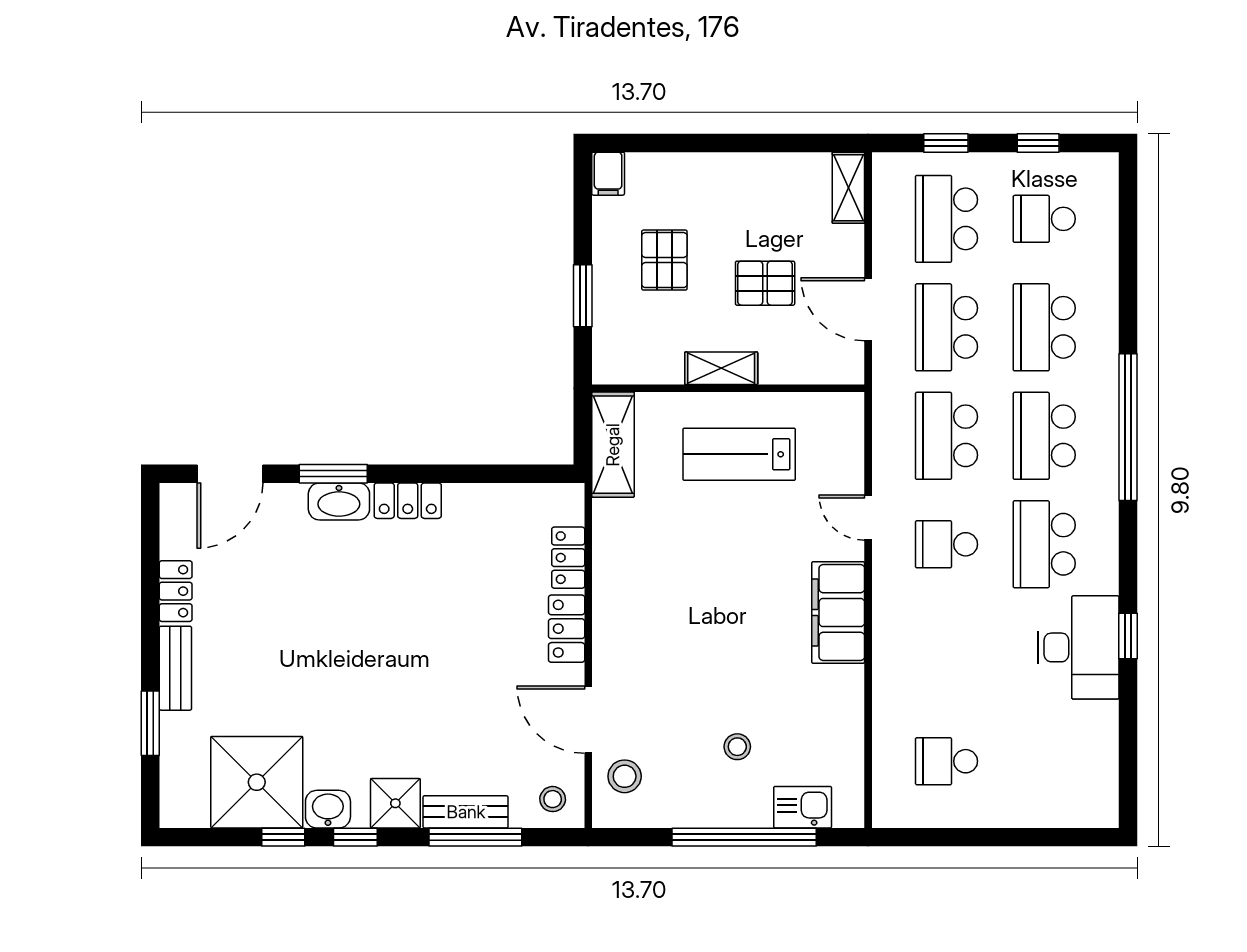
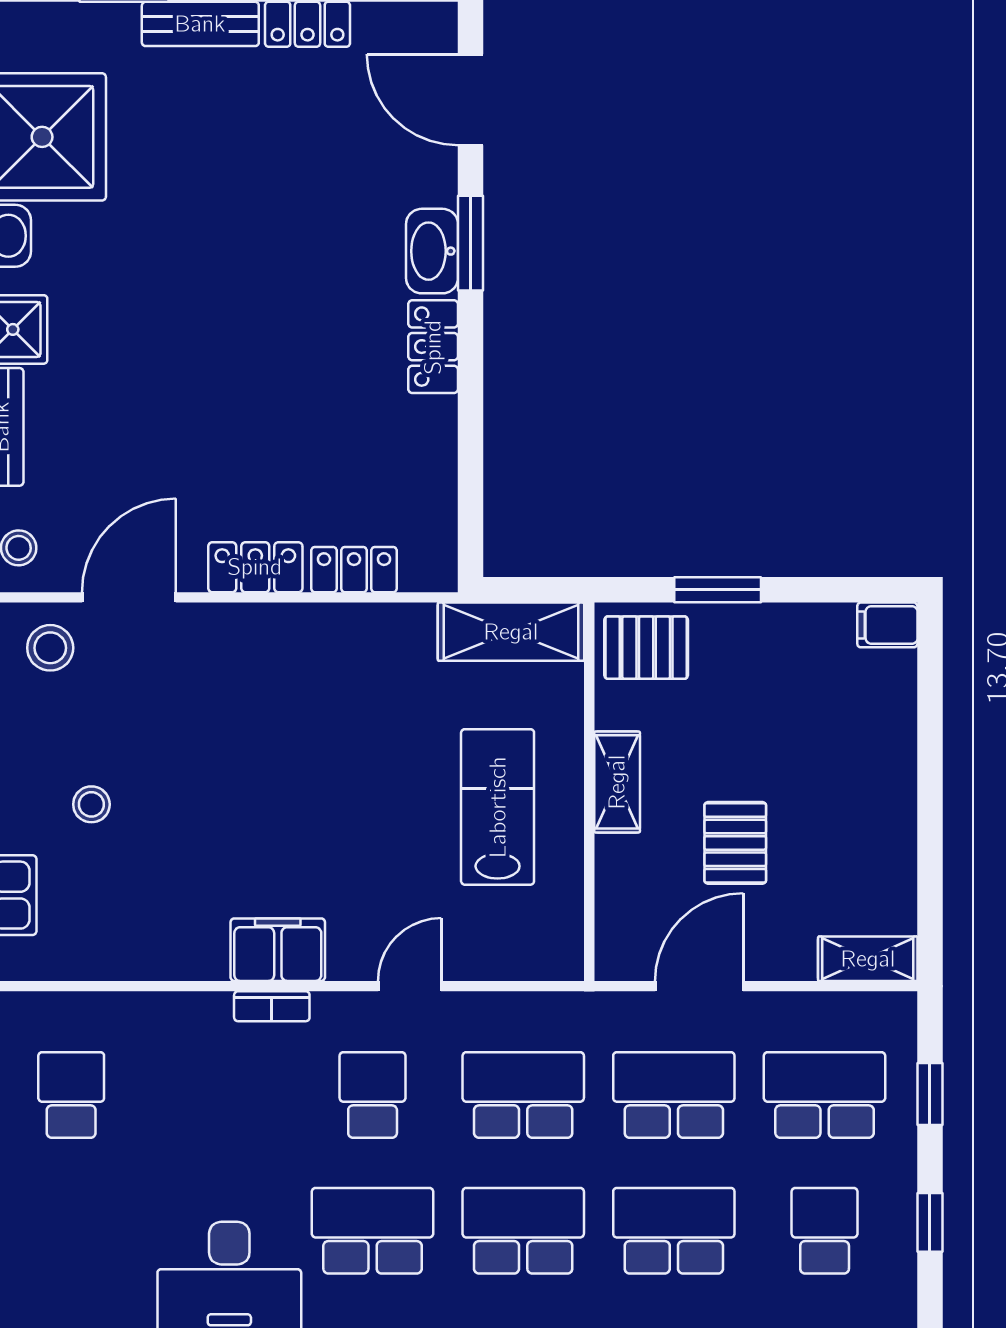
pallet: (664, 260) -> (646, 648), moved
filing cabinet: (838, 612) -> (278, 950), width x0.67, depth x0.86
bookcase: (883, 617) -> (272, 1006), added

